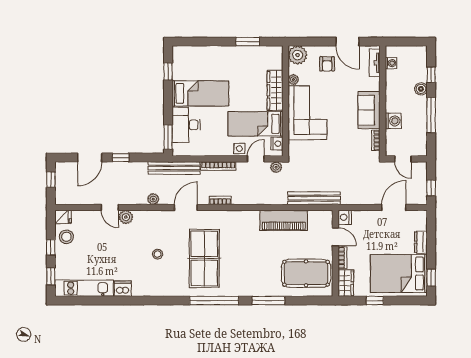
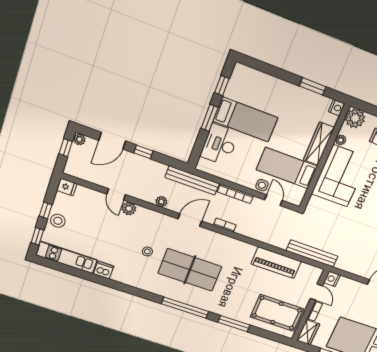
window: (168, 137) -> (210, 118), moved
nightstand: (277, 144) -> (337, 108), moved
door: (256, 159) -> (273, 200), hinge flipped
plant: (276, 167) -> (79, 139), moved
stool: (66, 237) -> (58, 221), moved
table tennis table: (204, 258) -> (190, 270), turned 90

